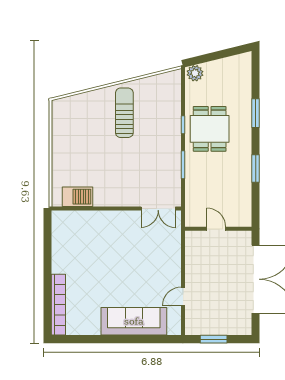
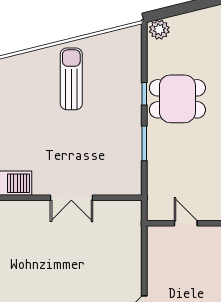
dining table: (210, 129) -> (177, 99), turned 90
double door: (158, 208) -> (71, 198), moved

